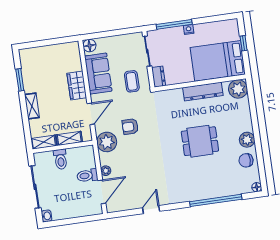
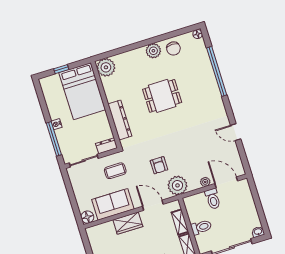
dresser: (203, 91) -> (120, 120), moved
dining table: (200, 141) -> (162, 96), turned 90

